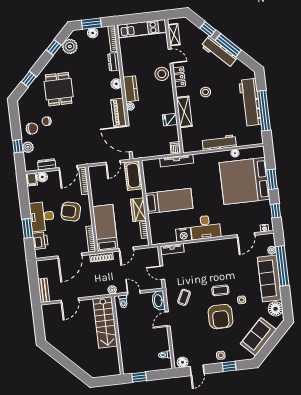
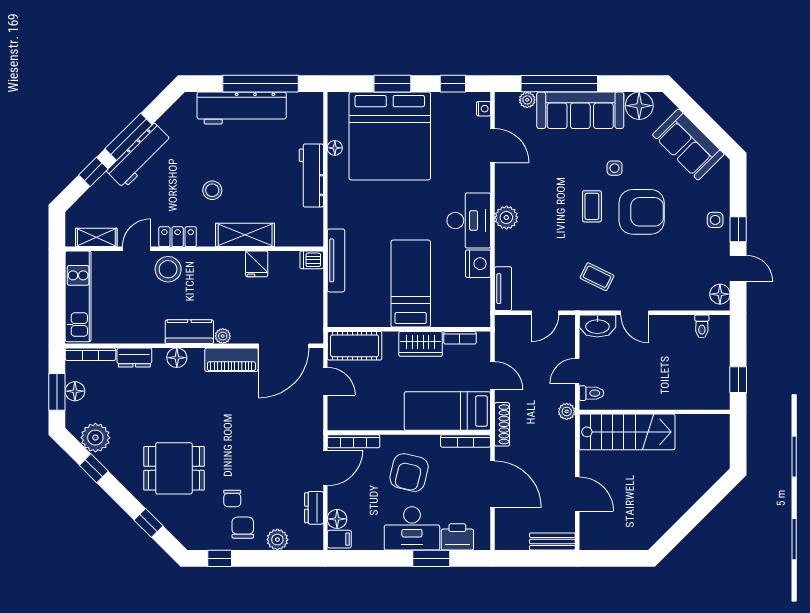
window: (18, 146) -> (220, 558), moved
door: (68, 168) -> (325, 468), hinge flipped
plant: (209, 247) -> (506, 217), added
window: (229, 366) -> (738, 229), moved

